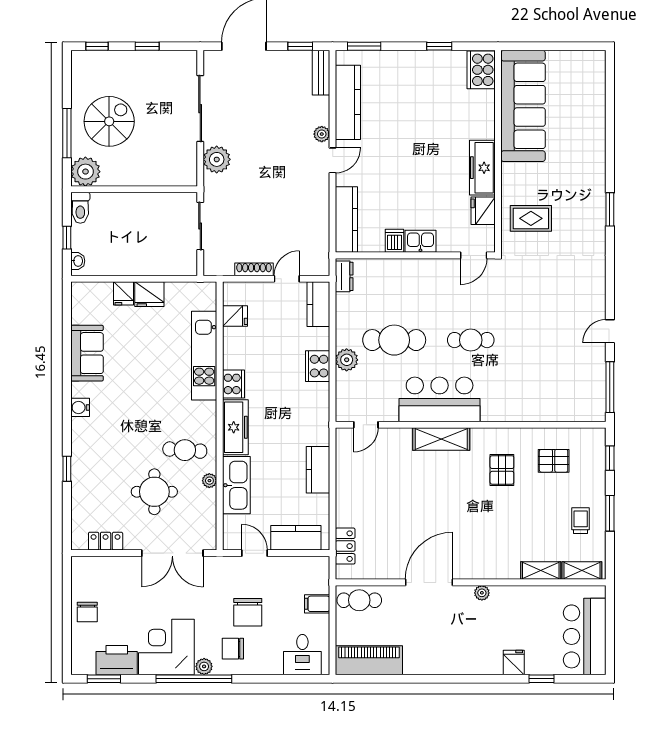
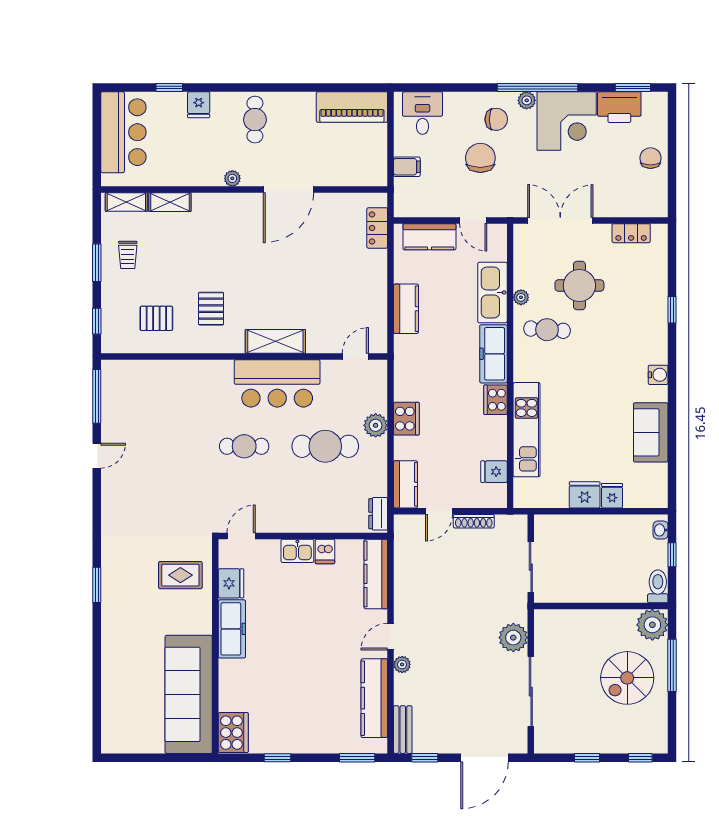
cafe table: (359, 600) -> (255, 120), moved, turned 90

